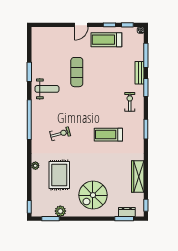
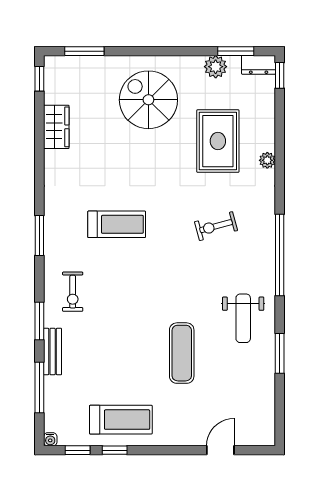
door: (81, 25) -> (220, 450), moved
weight bench: (47, 89) -> (243, 318), turned -90
wardrobe: (138, 177) -> (56, 127), width x0.67
spiral stairs: (93, 195) -> (148, 100), turned -90
dresser: (127, 212) -> (259, 65), moved

